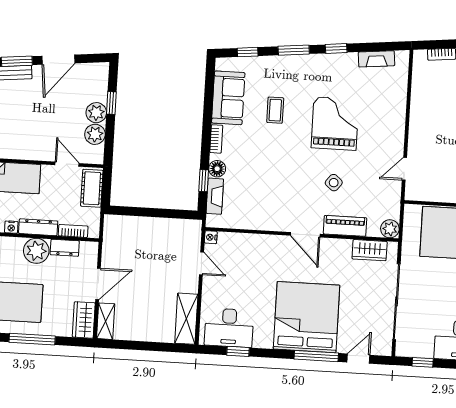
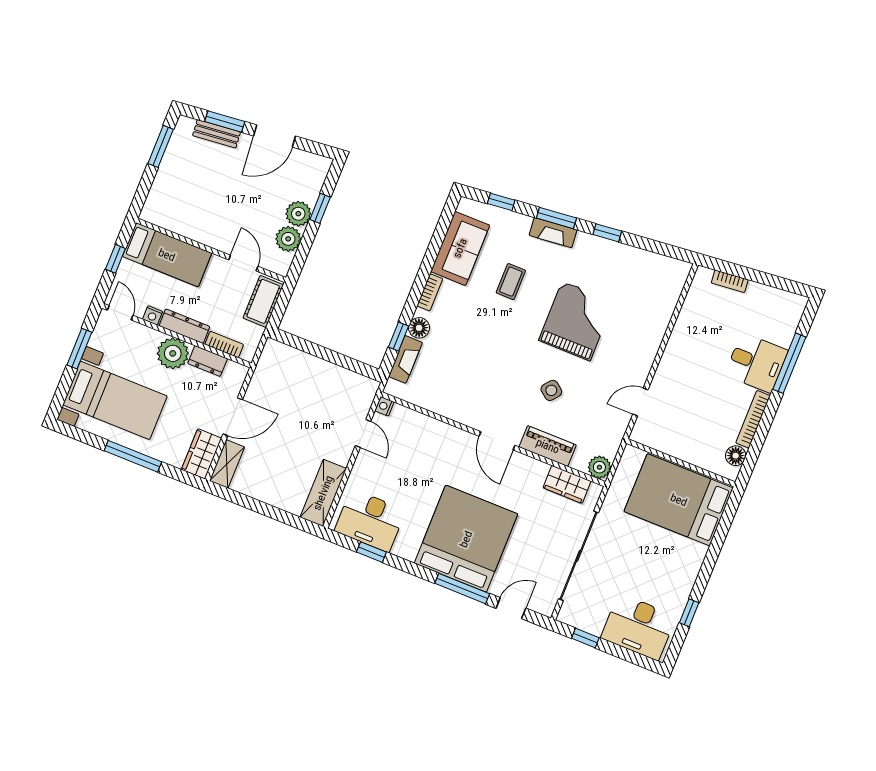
fireplace: (376, 59) -> (553, 233), moved

